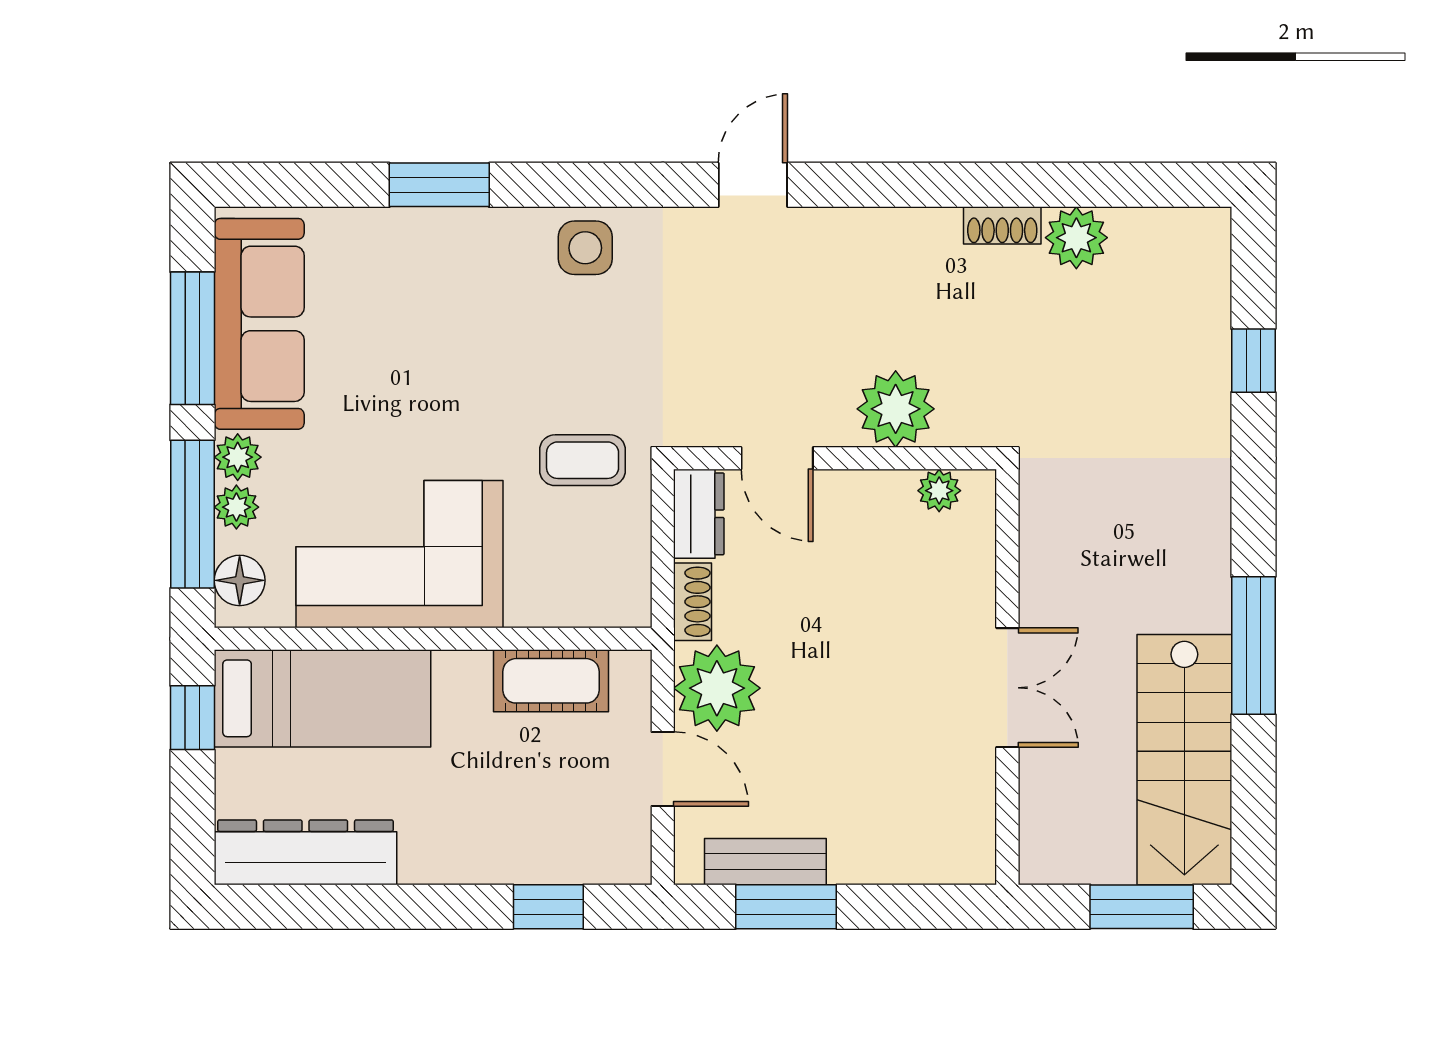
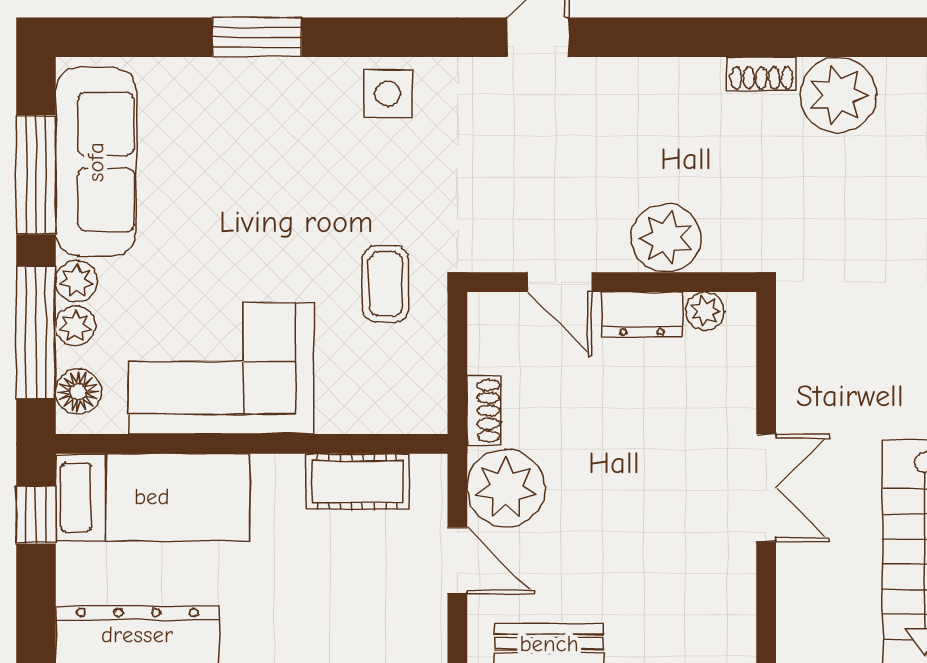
plant: (1076, 238) -> (838, 95), width x1.36, depth x1.36
coffee table: (583, 460) -> (385, 284), turned 90
dresser: (699, 514) -> (642, 314), moved, turned 90

